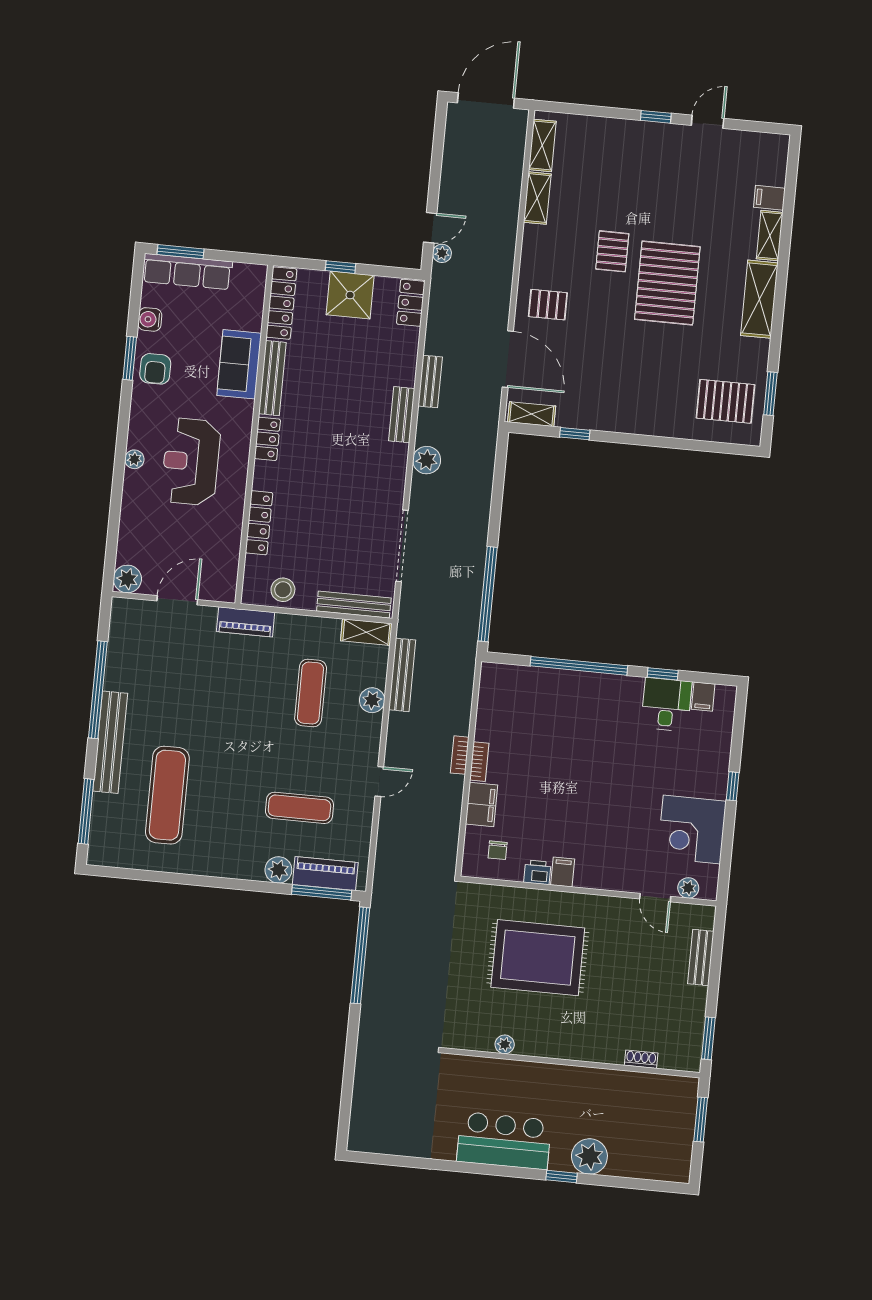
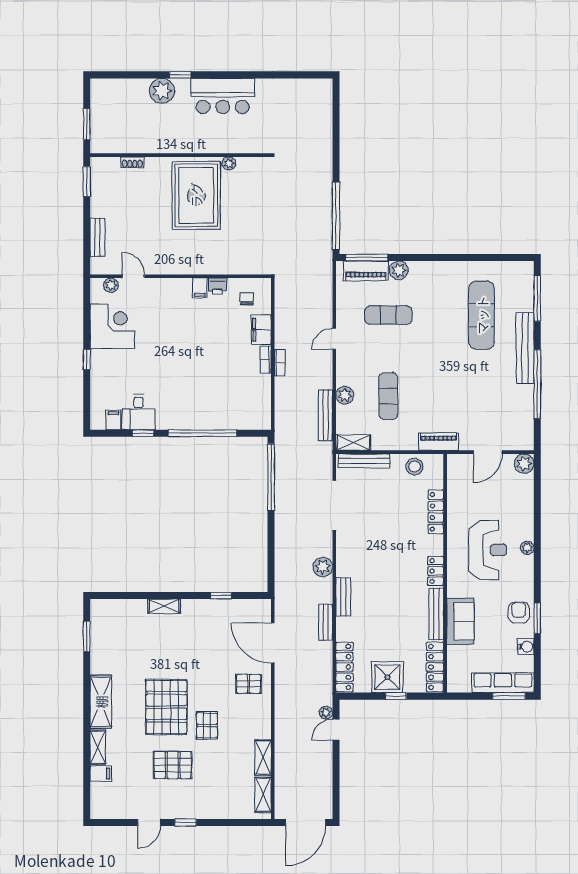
locker: (411, 303) -> (344, 667), width x1.53
pallet: (725, 401) -> (173, 765), moved
shelving: (532, 414) -> (164, 606), moved
rug: (538, 958) -> (196, 195), moved, turned 90

